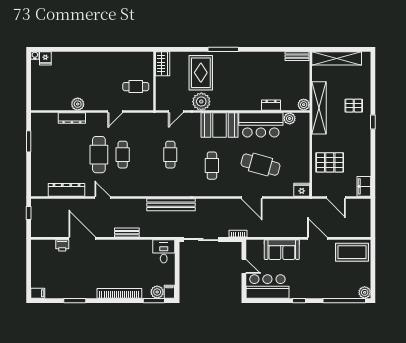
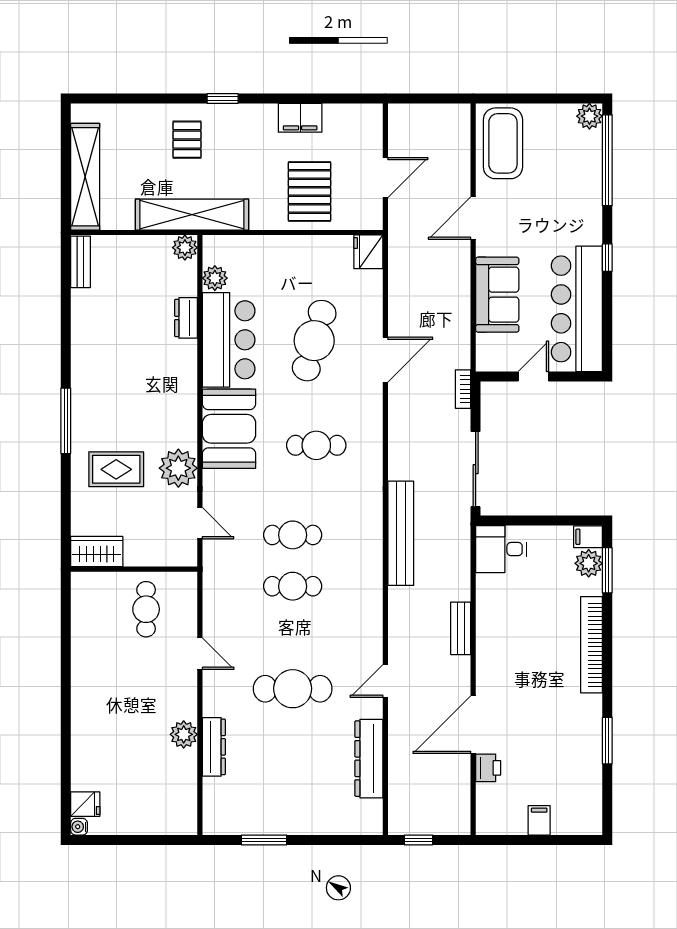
rug: (201, 73) -> (116, 469), width x0.73, depth x0.70
cafe table: (123, 155) -> (293, 586), moved
filing cabinet: (364, 186) -> (300, 118), moved
bar counter: (267, 287) -> (577, 309), width x1.36
filing cabinet: (38, 293) -> (539, 820), moved

